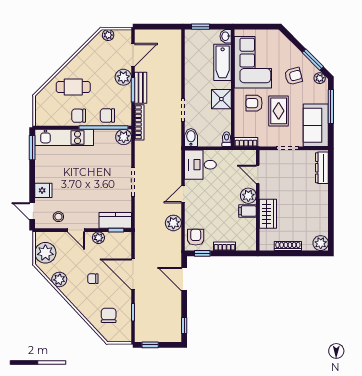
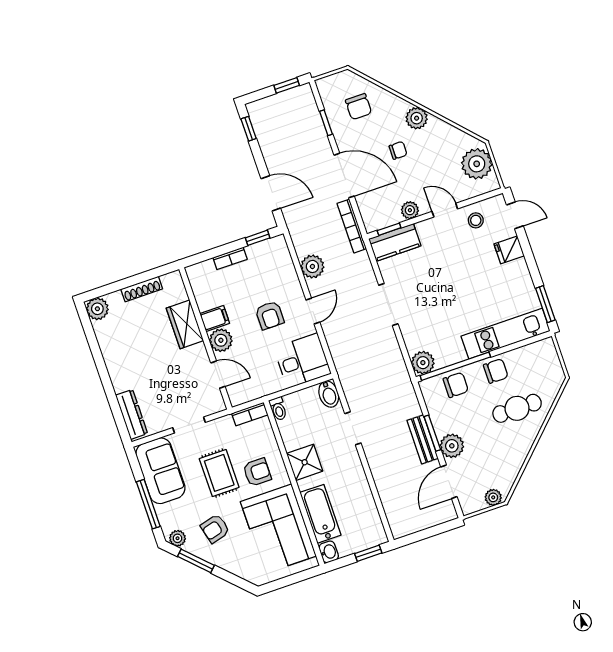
bookcase: (139, 122) -> (352, 226), moved
armchair: (196, 237) -> (270, 315), moved
plant: (59, 279) -> (417, 118), moved

